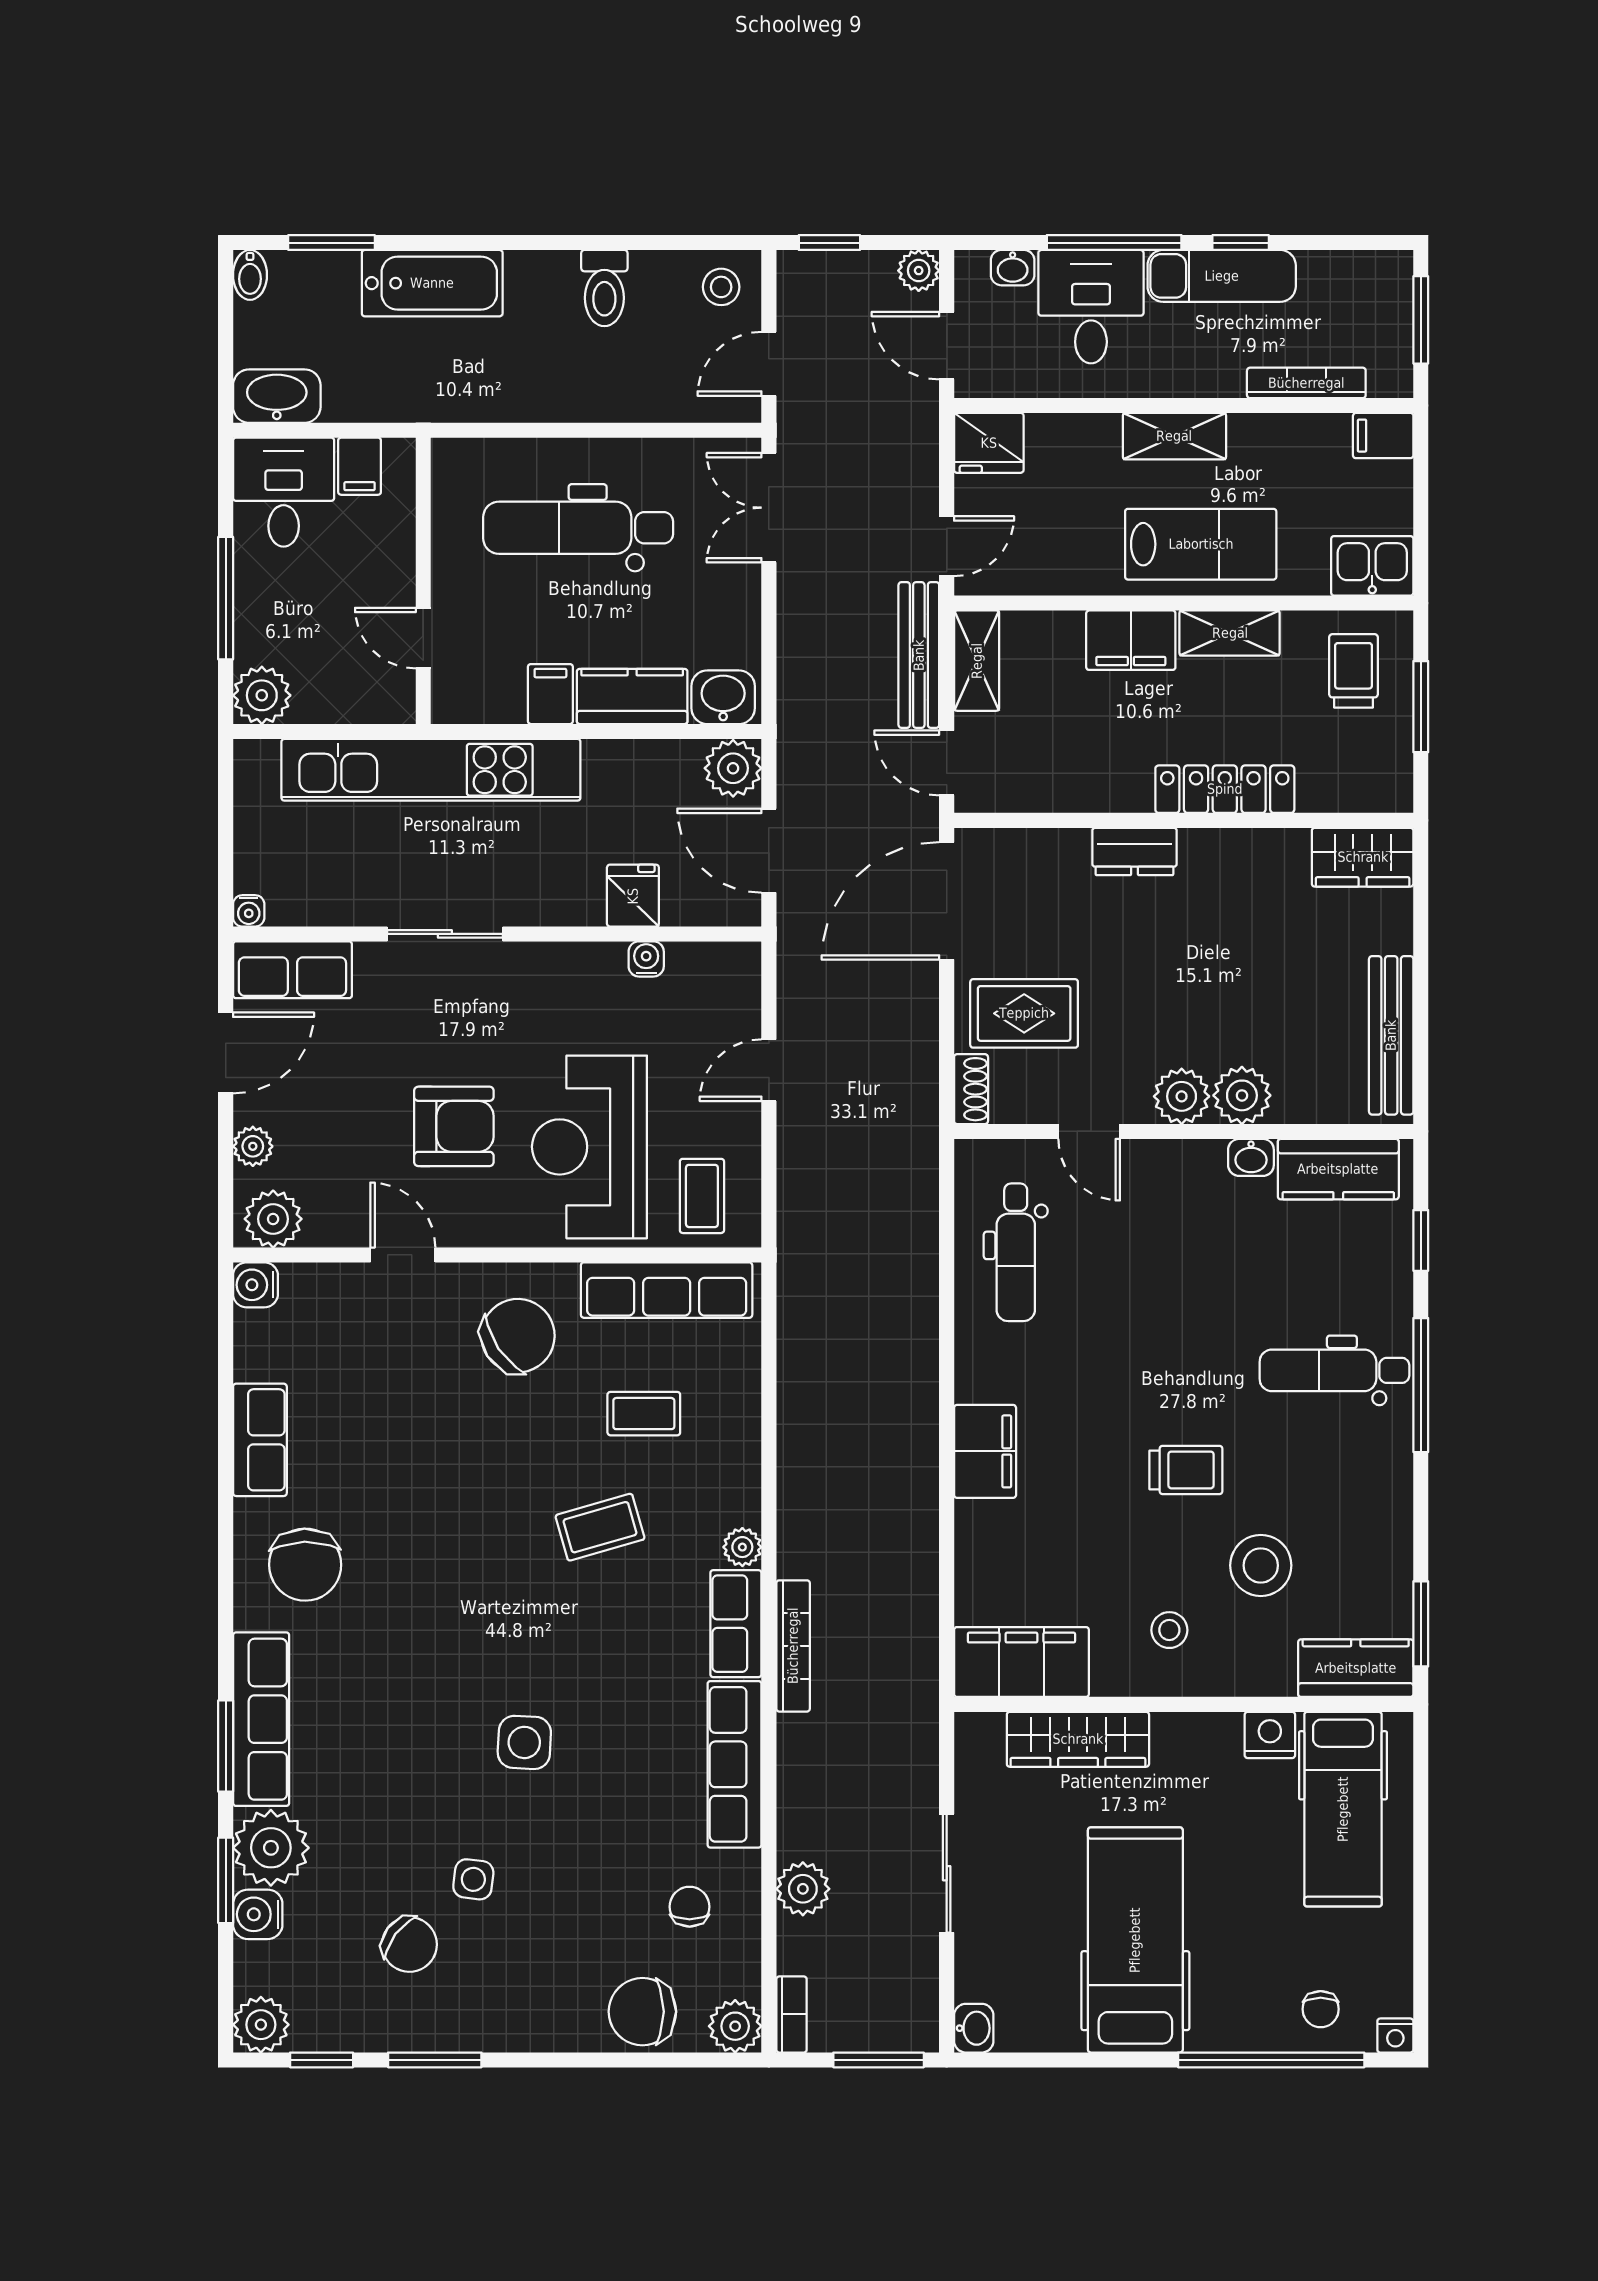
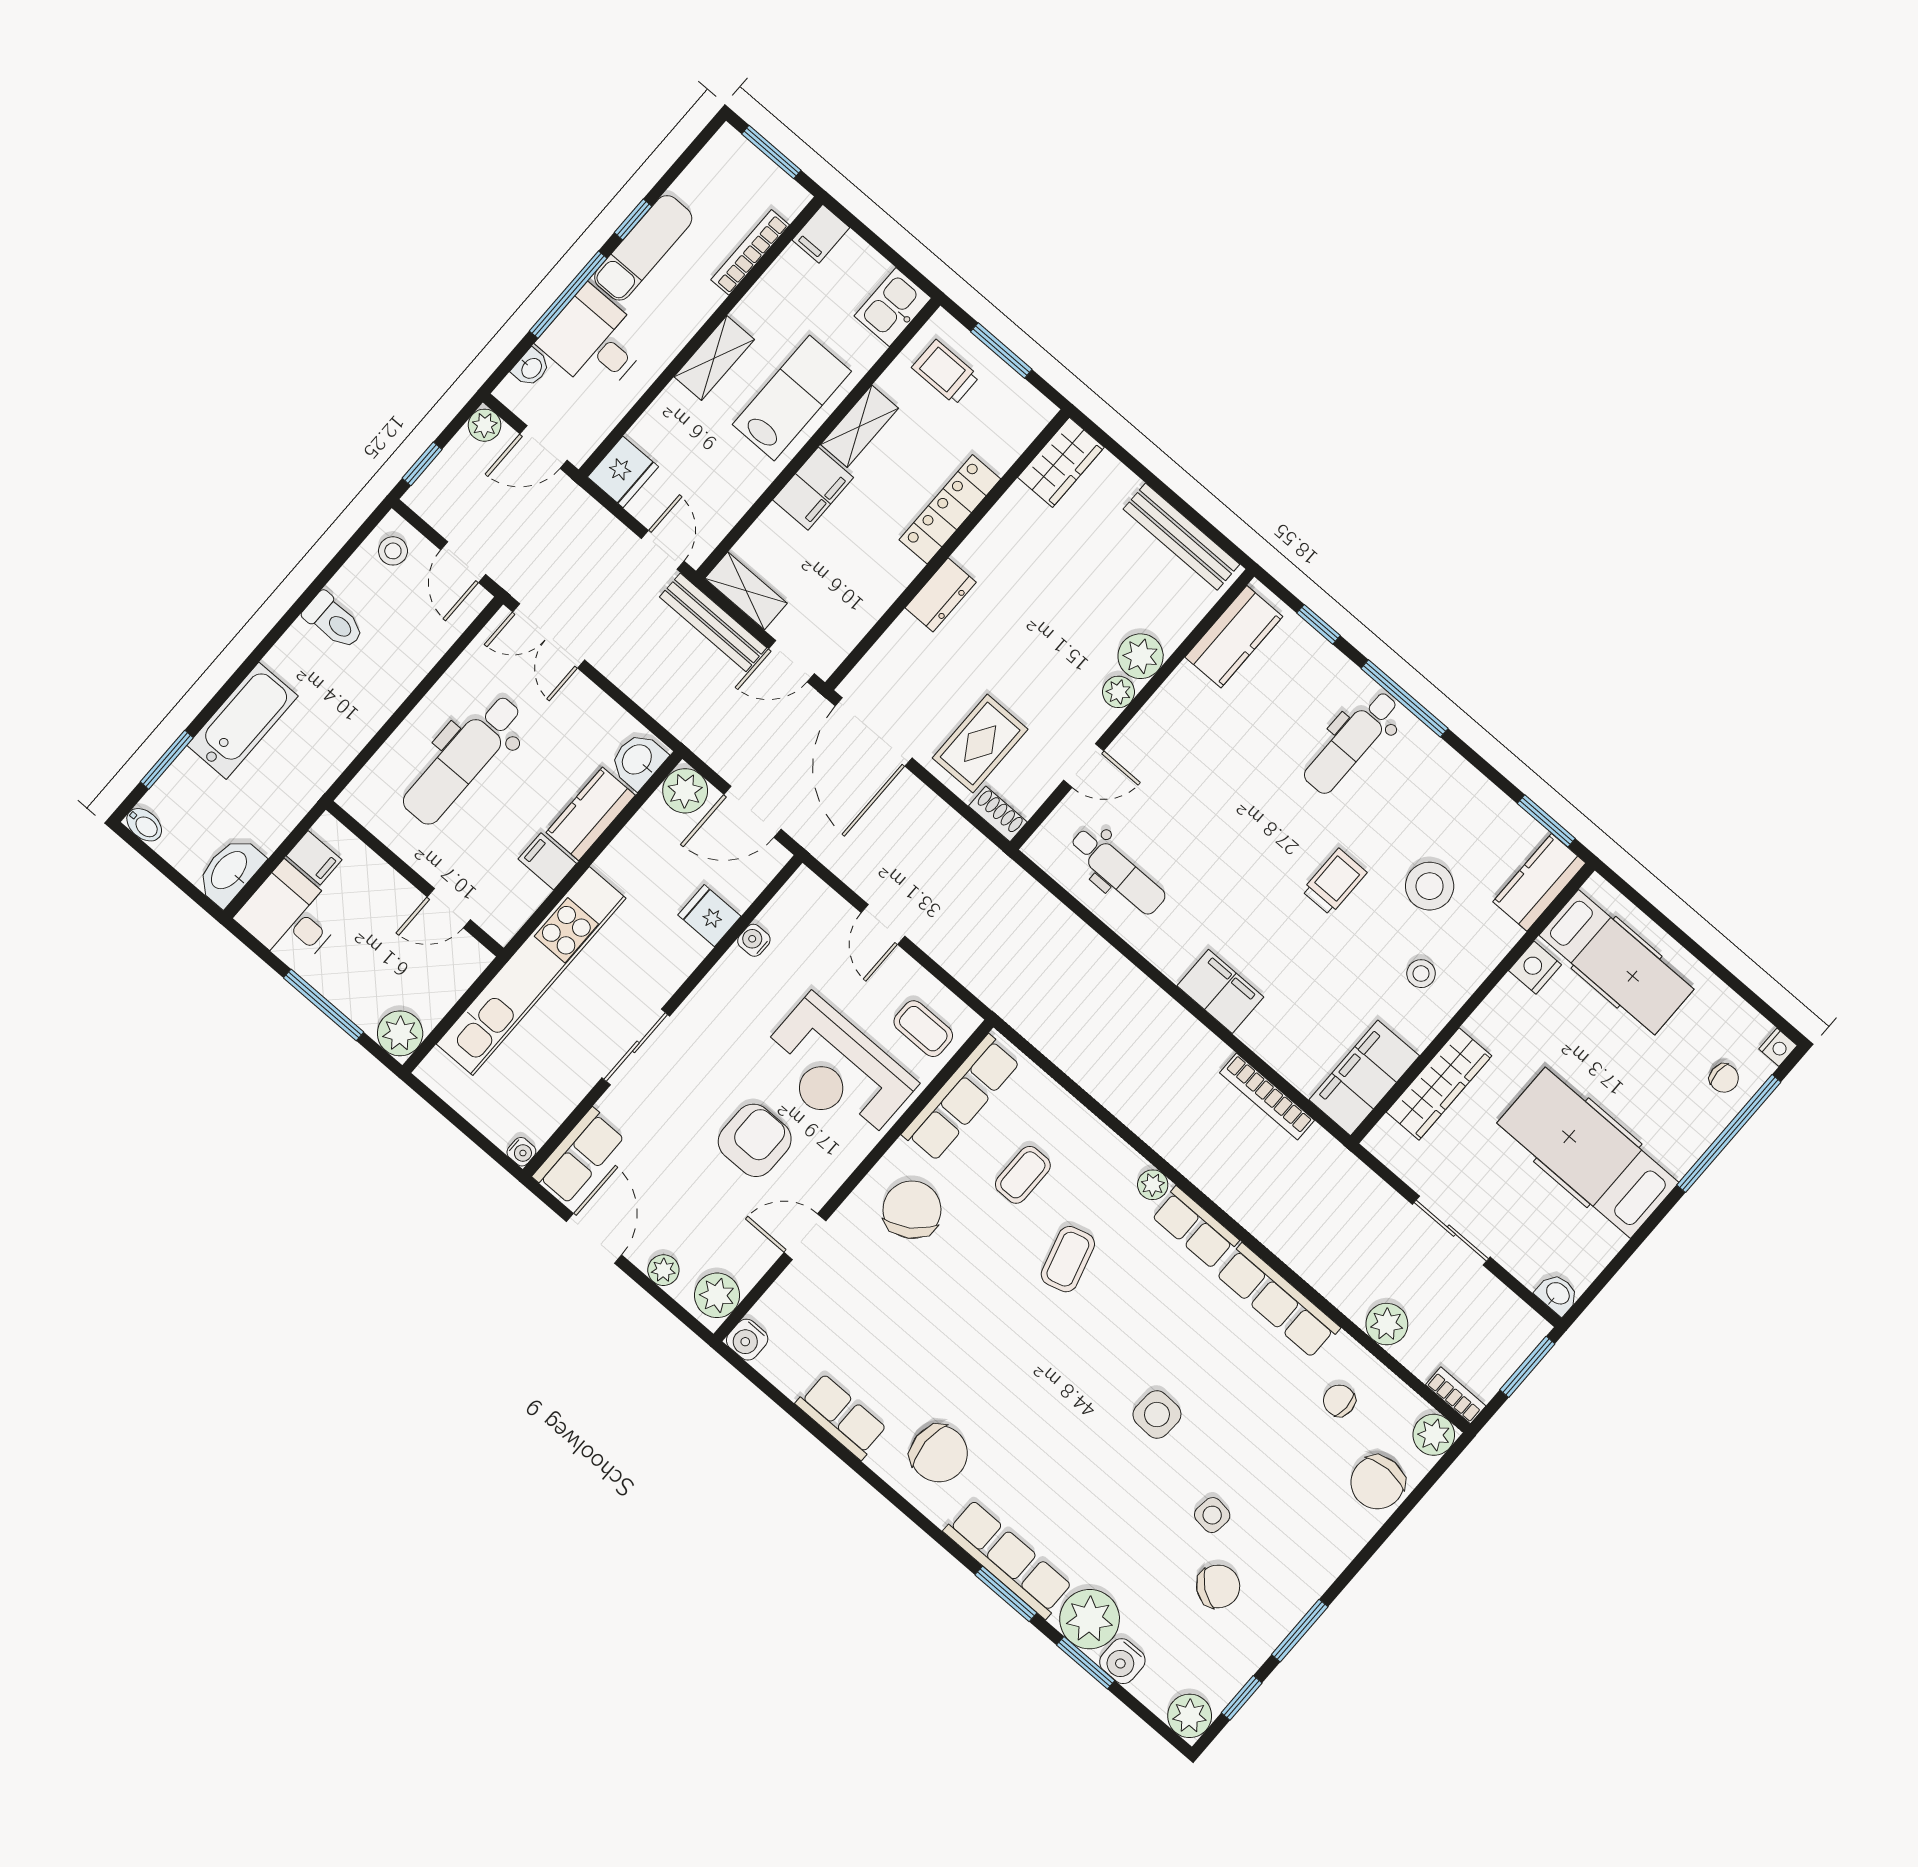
plant: (1182, 1096) -> (1119, 692), width x0.73, depth x0.73
washbasin: (1251, 1157) -> (1182, 683), removed
bookcase: (793, 1646) -> (1267, 1097), moved, turned 180

